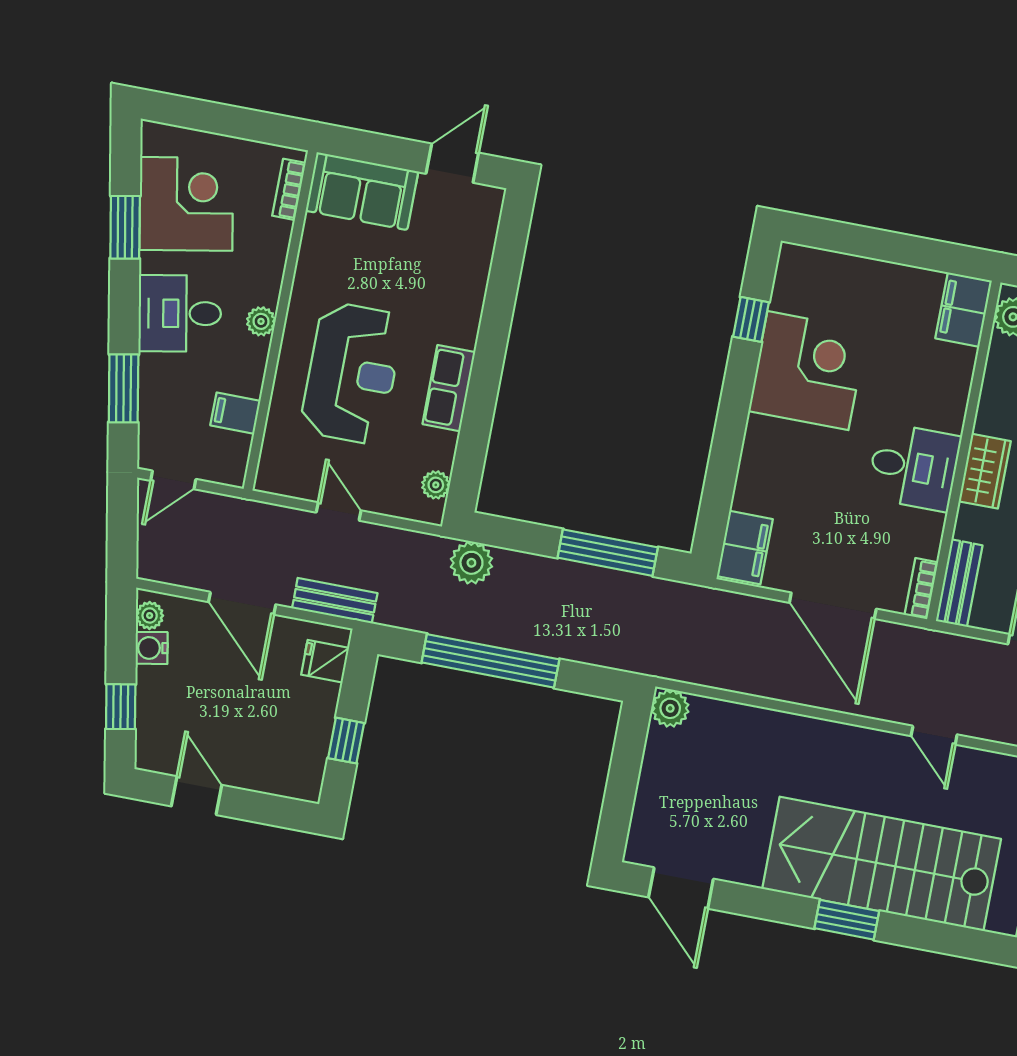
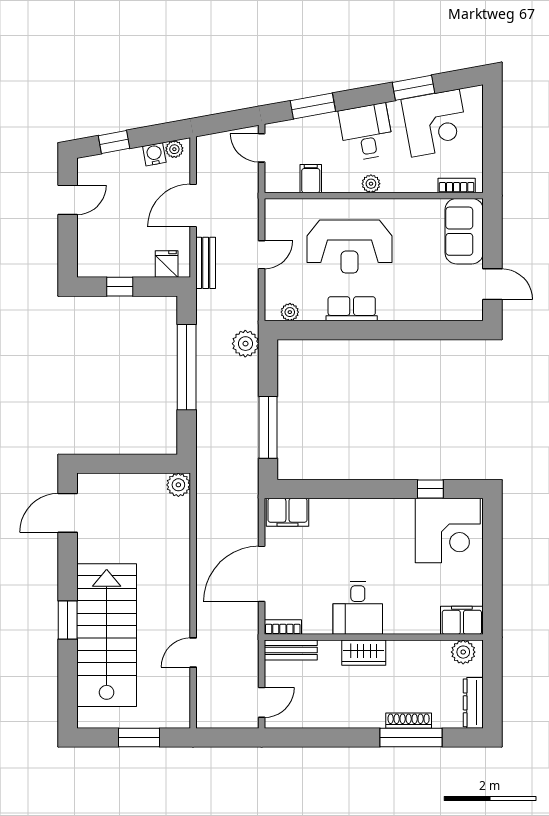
corner desk: (808, 371) -> (448, 530), moved

